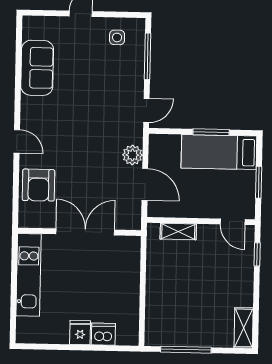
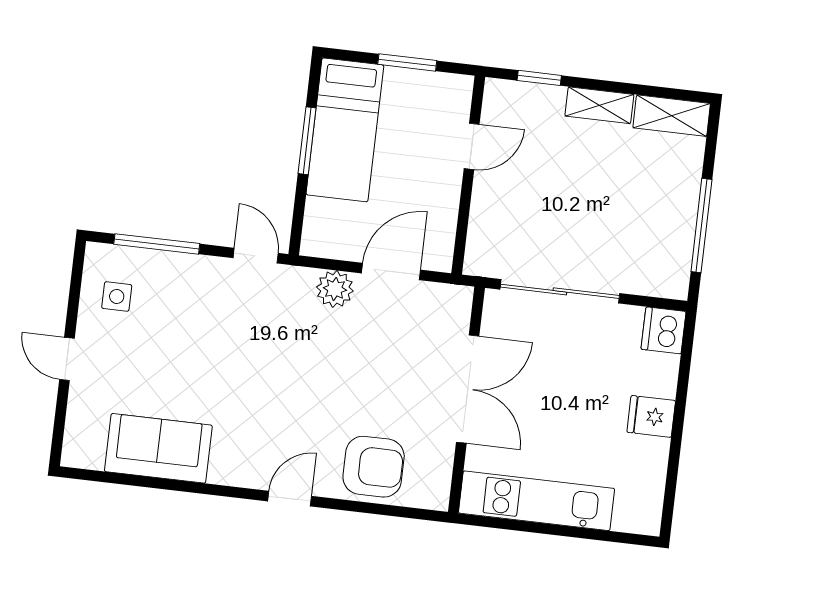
door: (233, 222) -> (472, 146), moved
shelving: (178, 231) -> (599, 105), moved, turned 90
double door: (85, 232) -> (468, 389), swing flipped
sliding door: (143, 277) -> (560, 291), added
dishwasher: (103, 334) -> (664, 330), moved

